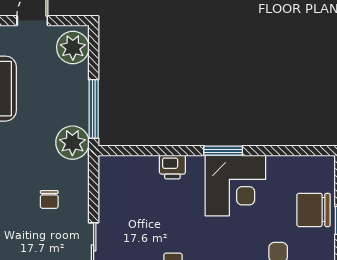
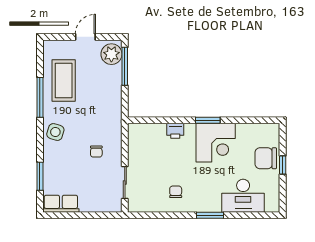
window: (94, 109) -> (125, 66), moved
plant: (72, 143) -> (111, 115), removed

